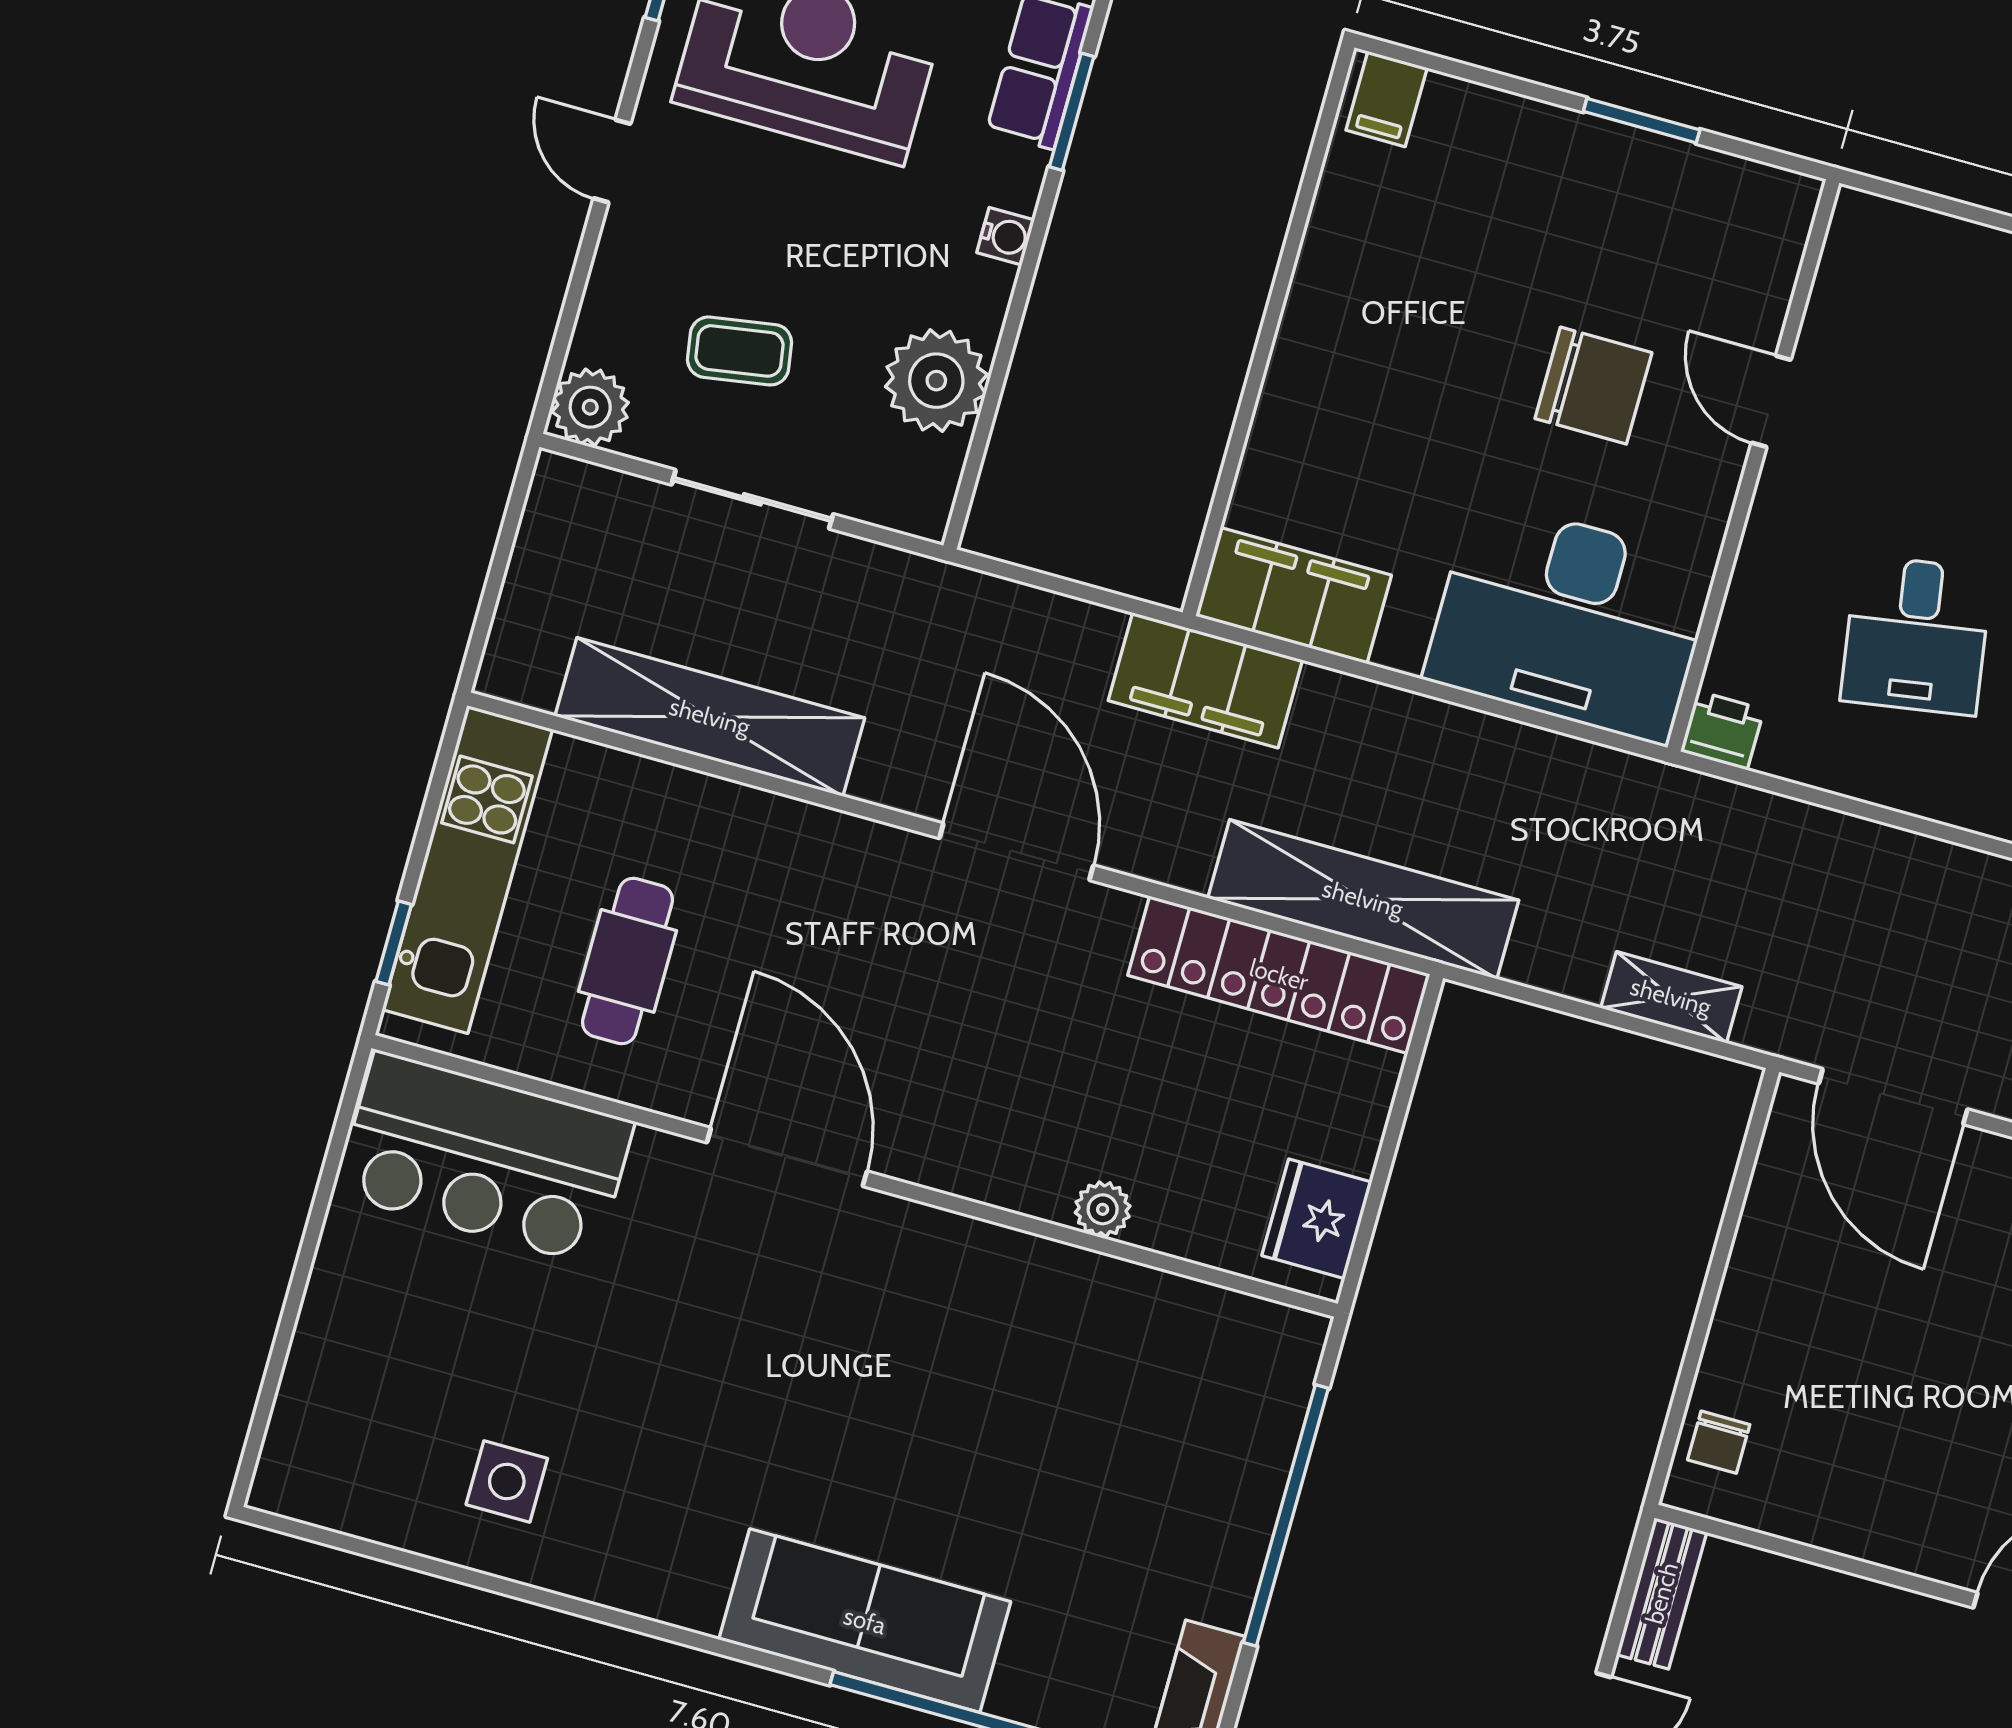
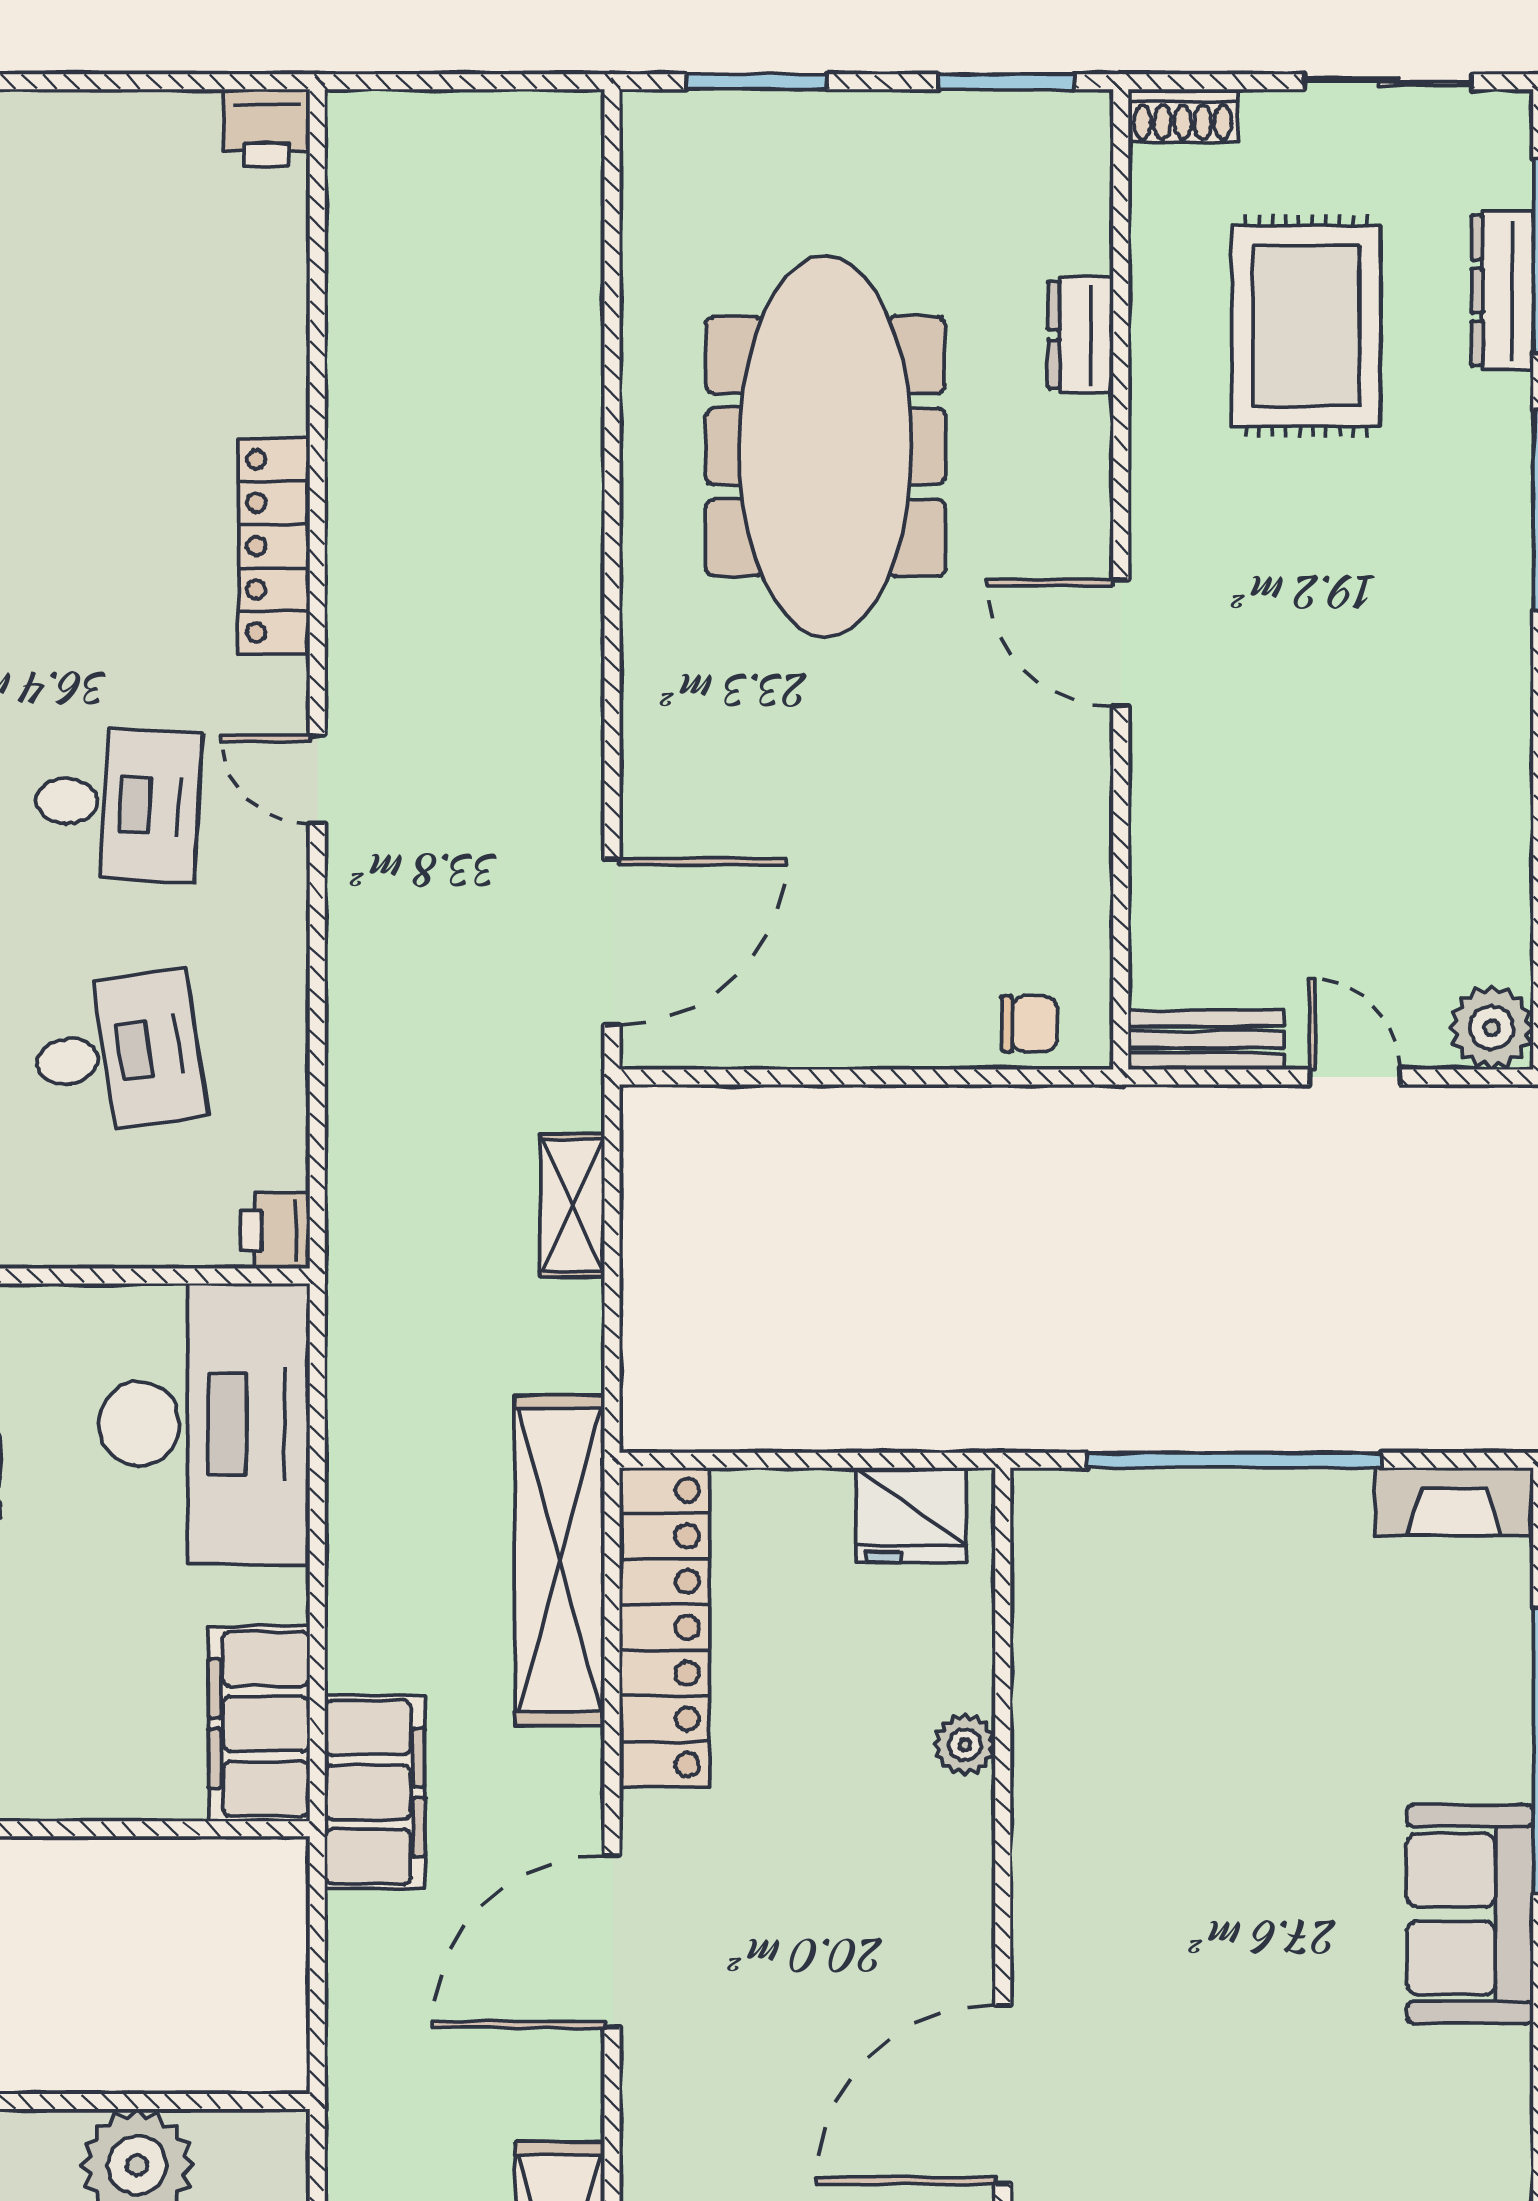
sofa: (865, 1621) -> (1470, 1914), width x0.73

